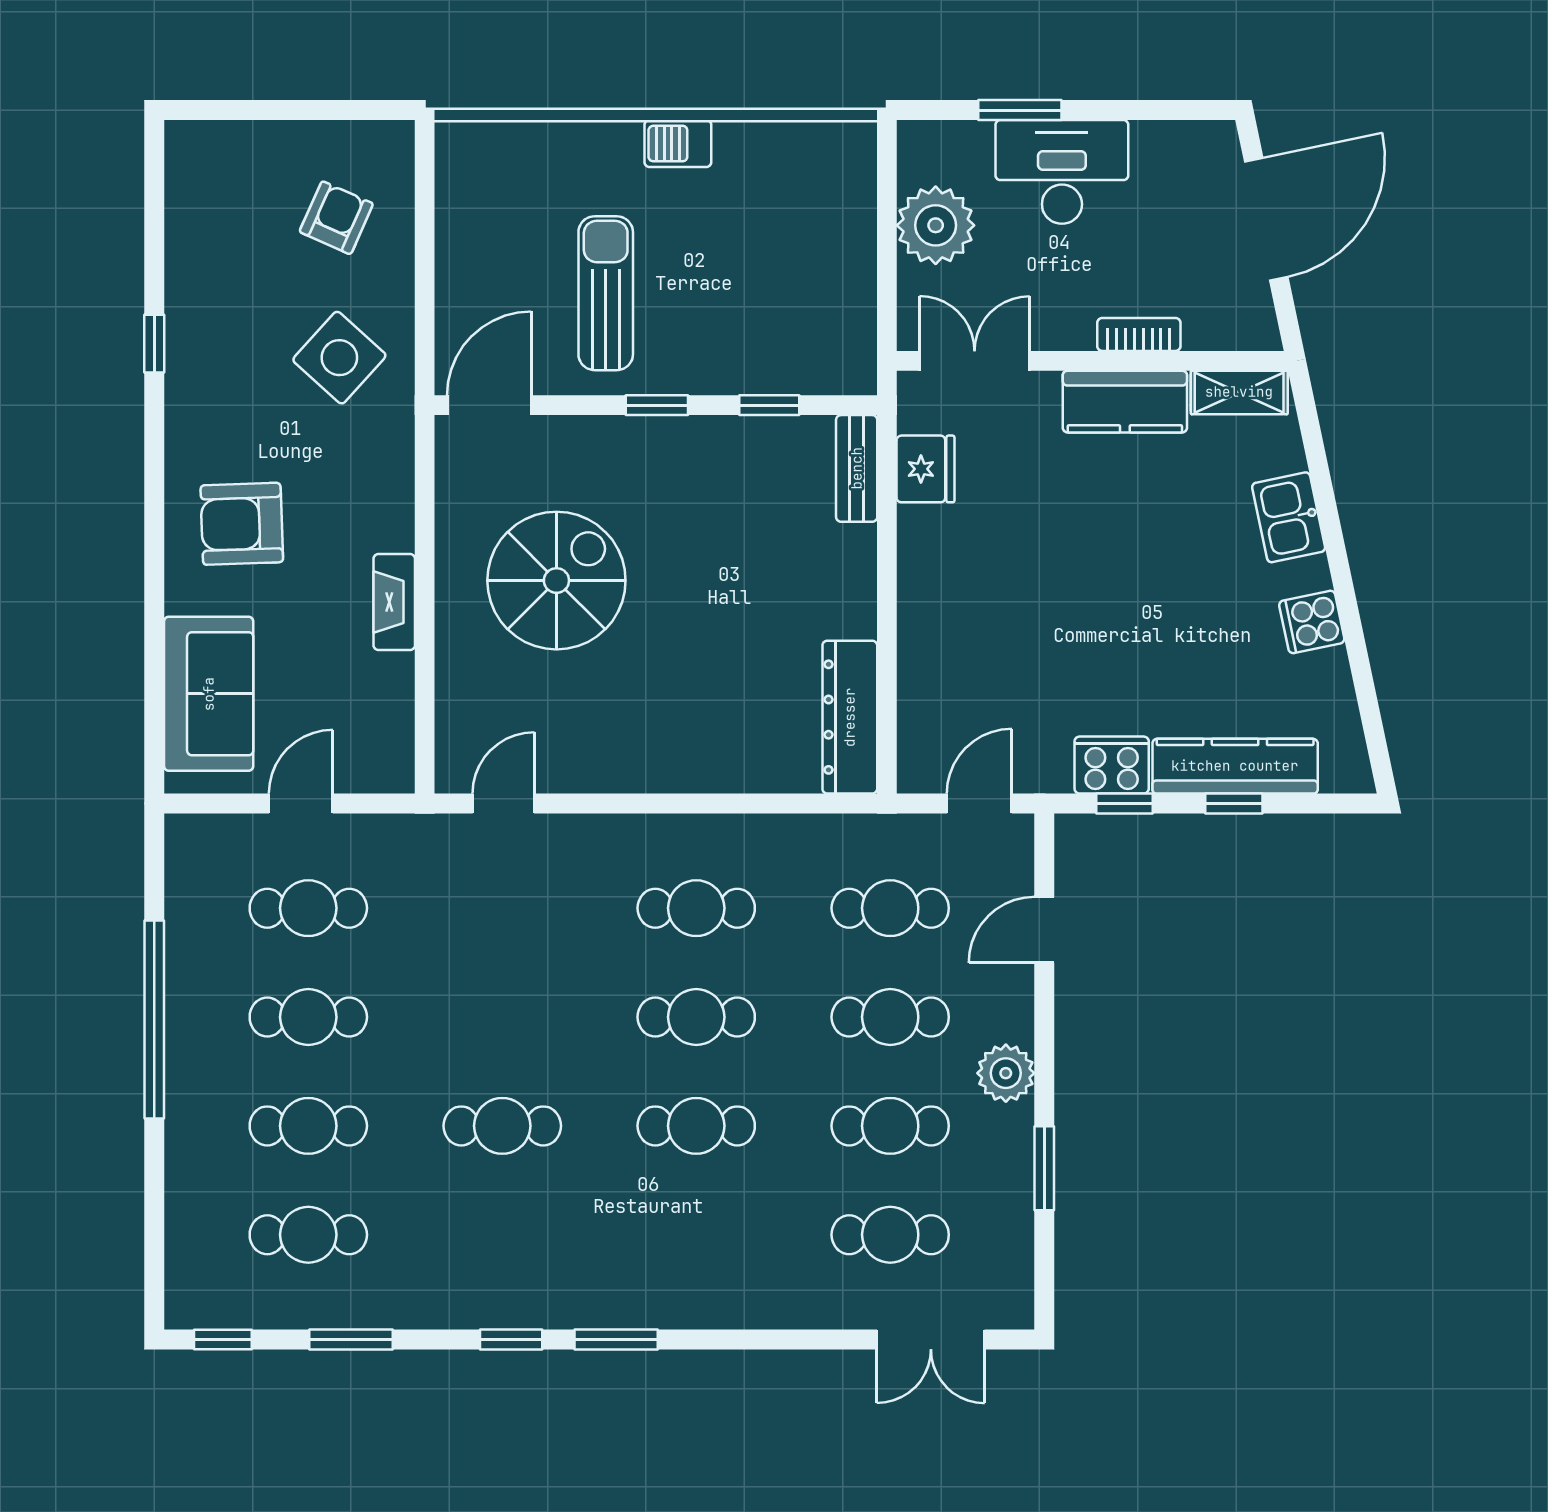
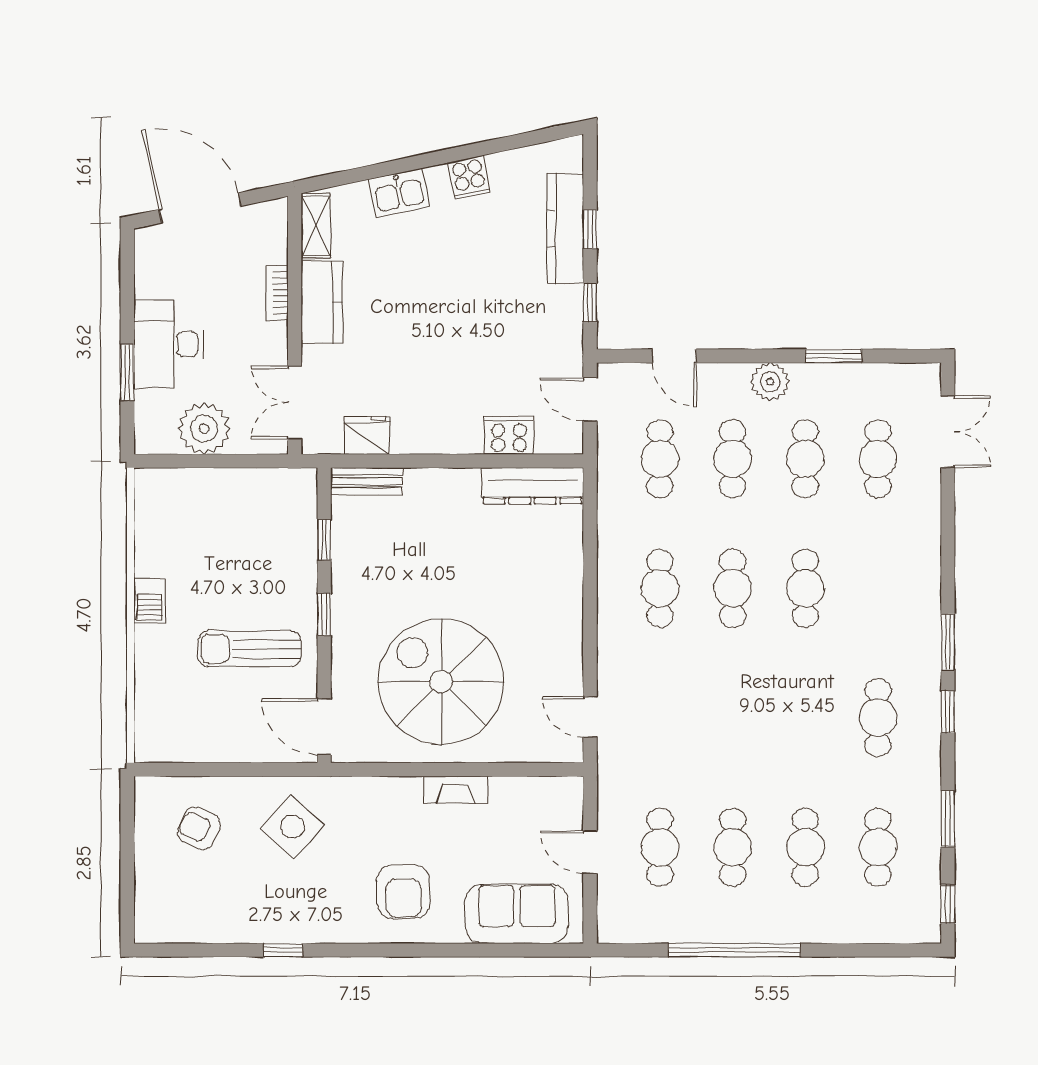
spiral stairs: (556, 581) -> (441, 682), width x1.37, depth x1.37
cooker: (1112, 765) -> (509, 435), moved, turned 90
cafe table: (502, 1126) -> (878, 718), moved

